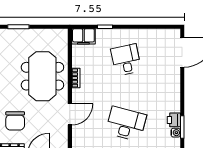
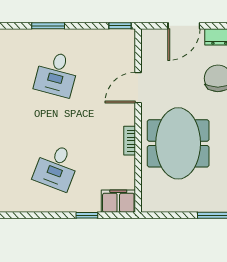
desk: (126, 60) -> (56, 167), turned 33
desk: (126, 124) -> (56, 74), width x0.73

